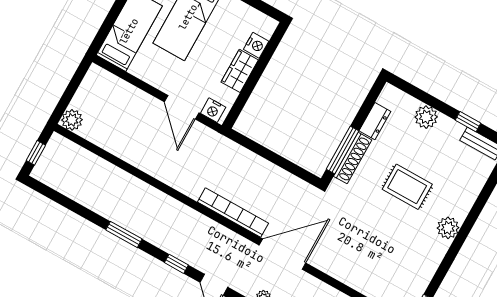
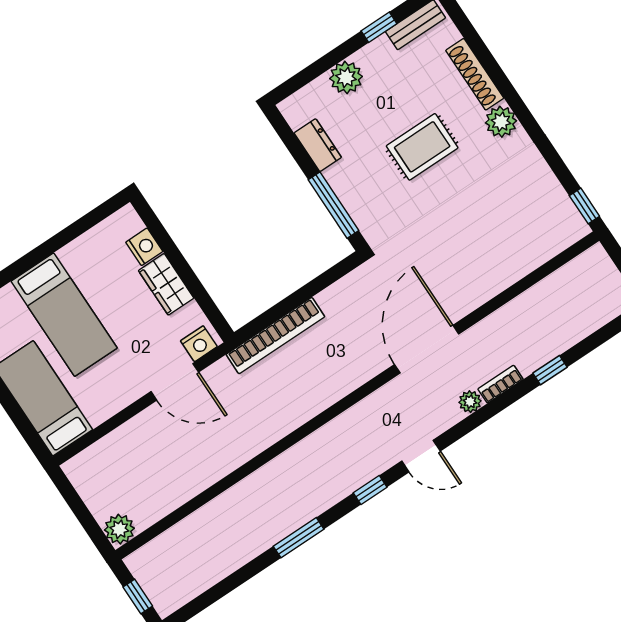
shoe rack: (353, 158) -> (475, 74), moved, turned 180
bookcase: (233, 213) -> (275, 336), moved, turned 180

